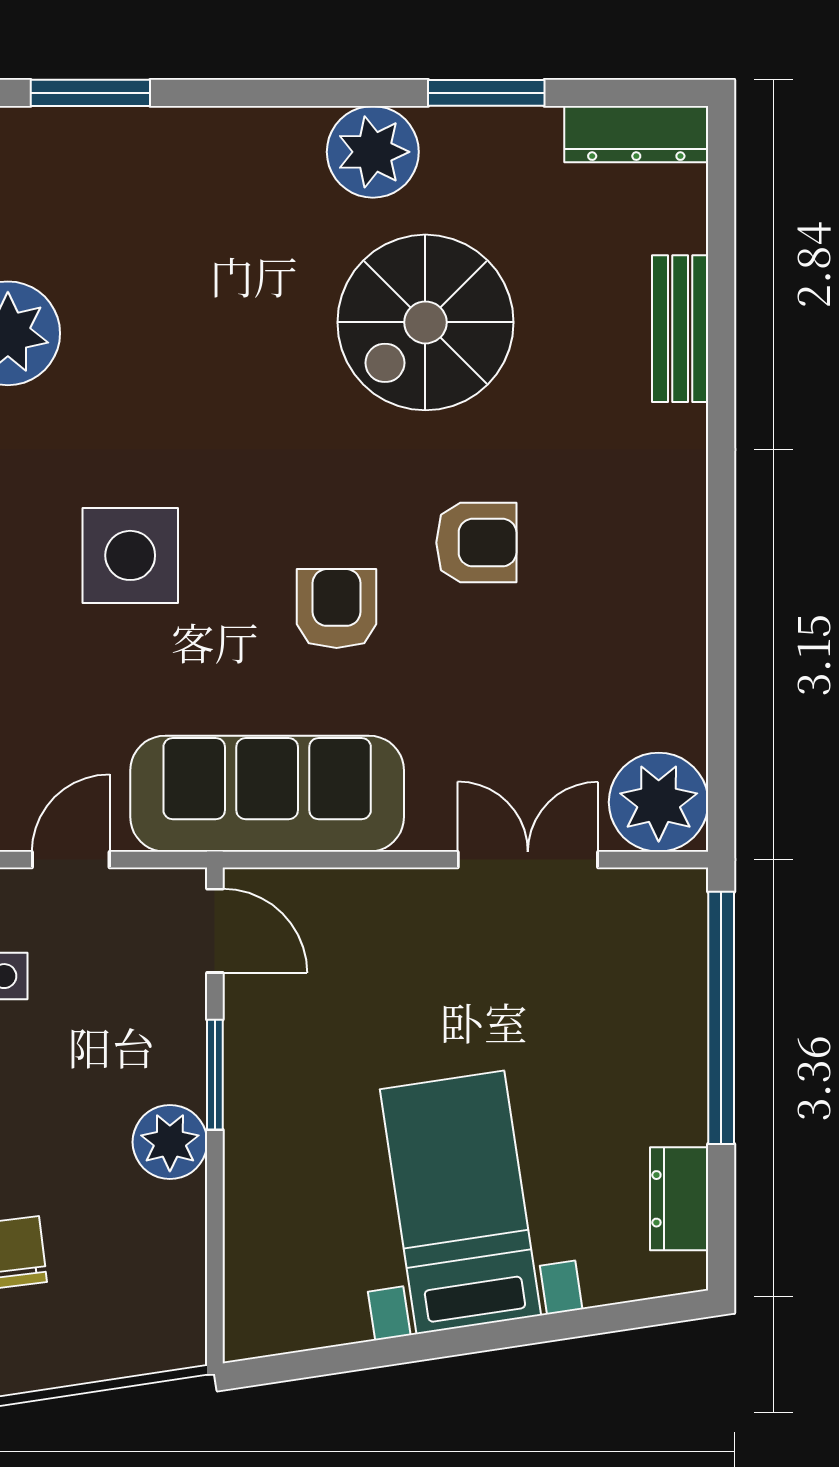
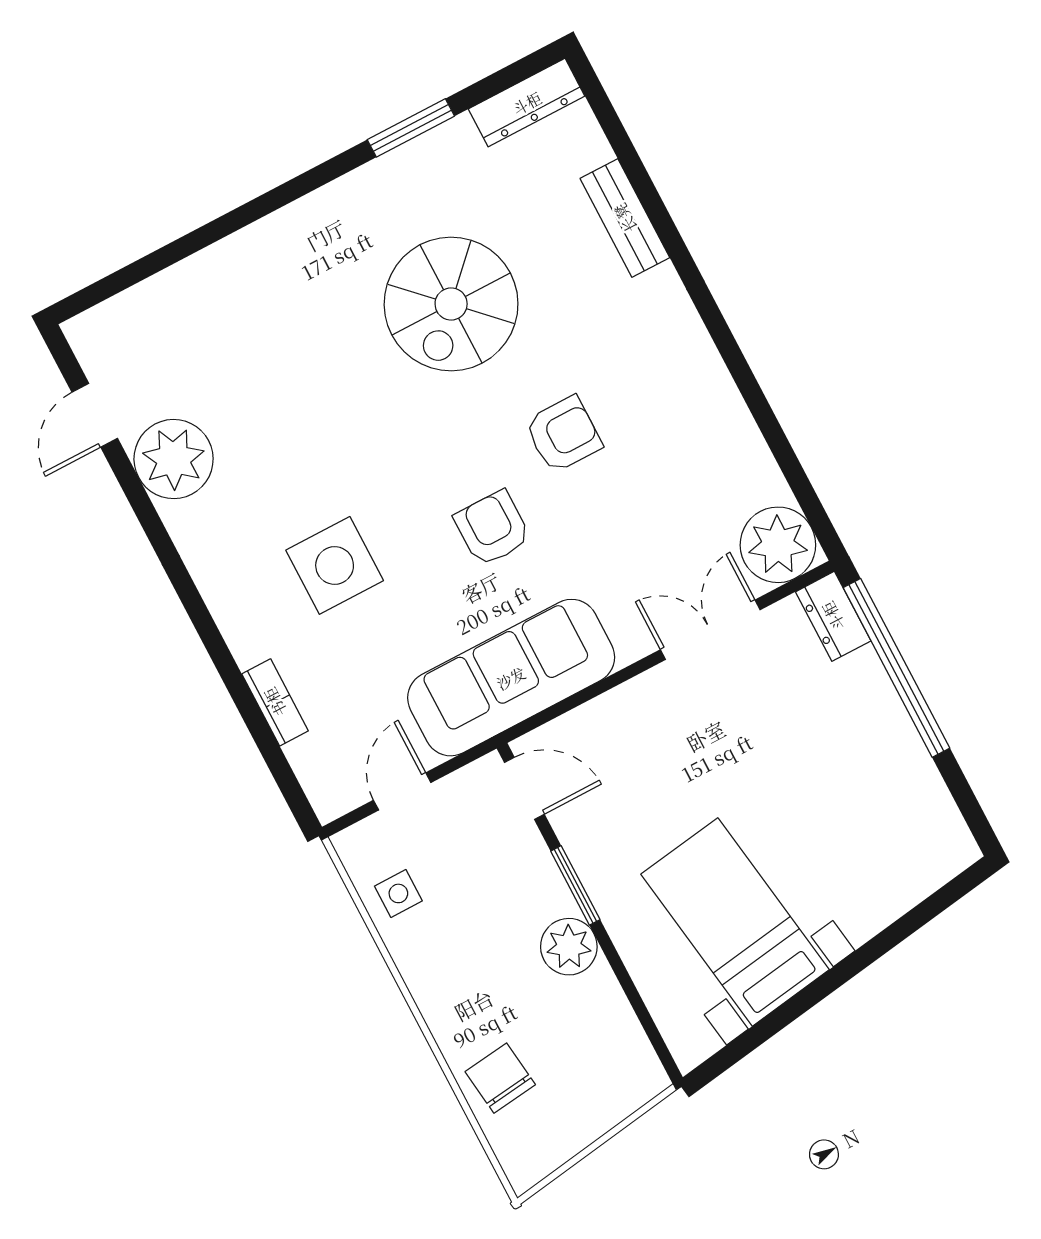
window: (90, 93) -> (144, 268), removed
plant: (373, 152) -> (355, 208), removed
dresser: (679, 1199) -> (833, 616), moved
bed with nightstands: (460, 1202) -> (735, 922), moved

